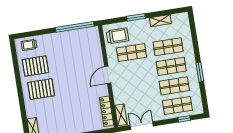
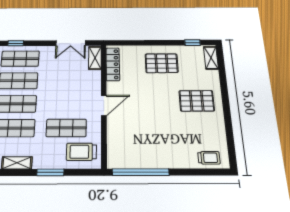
pallet: (35, 66) -> (162, 63), moved

